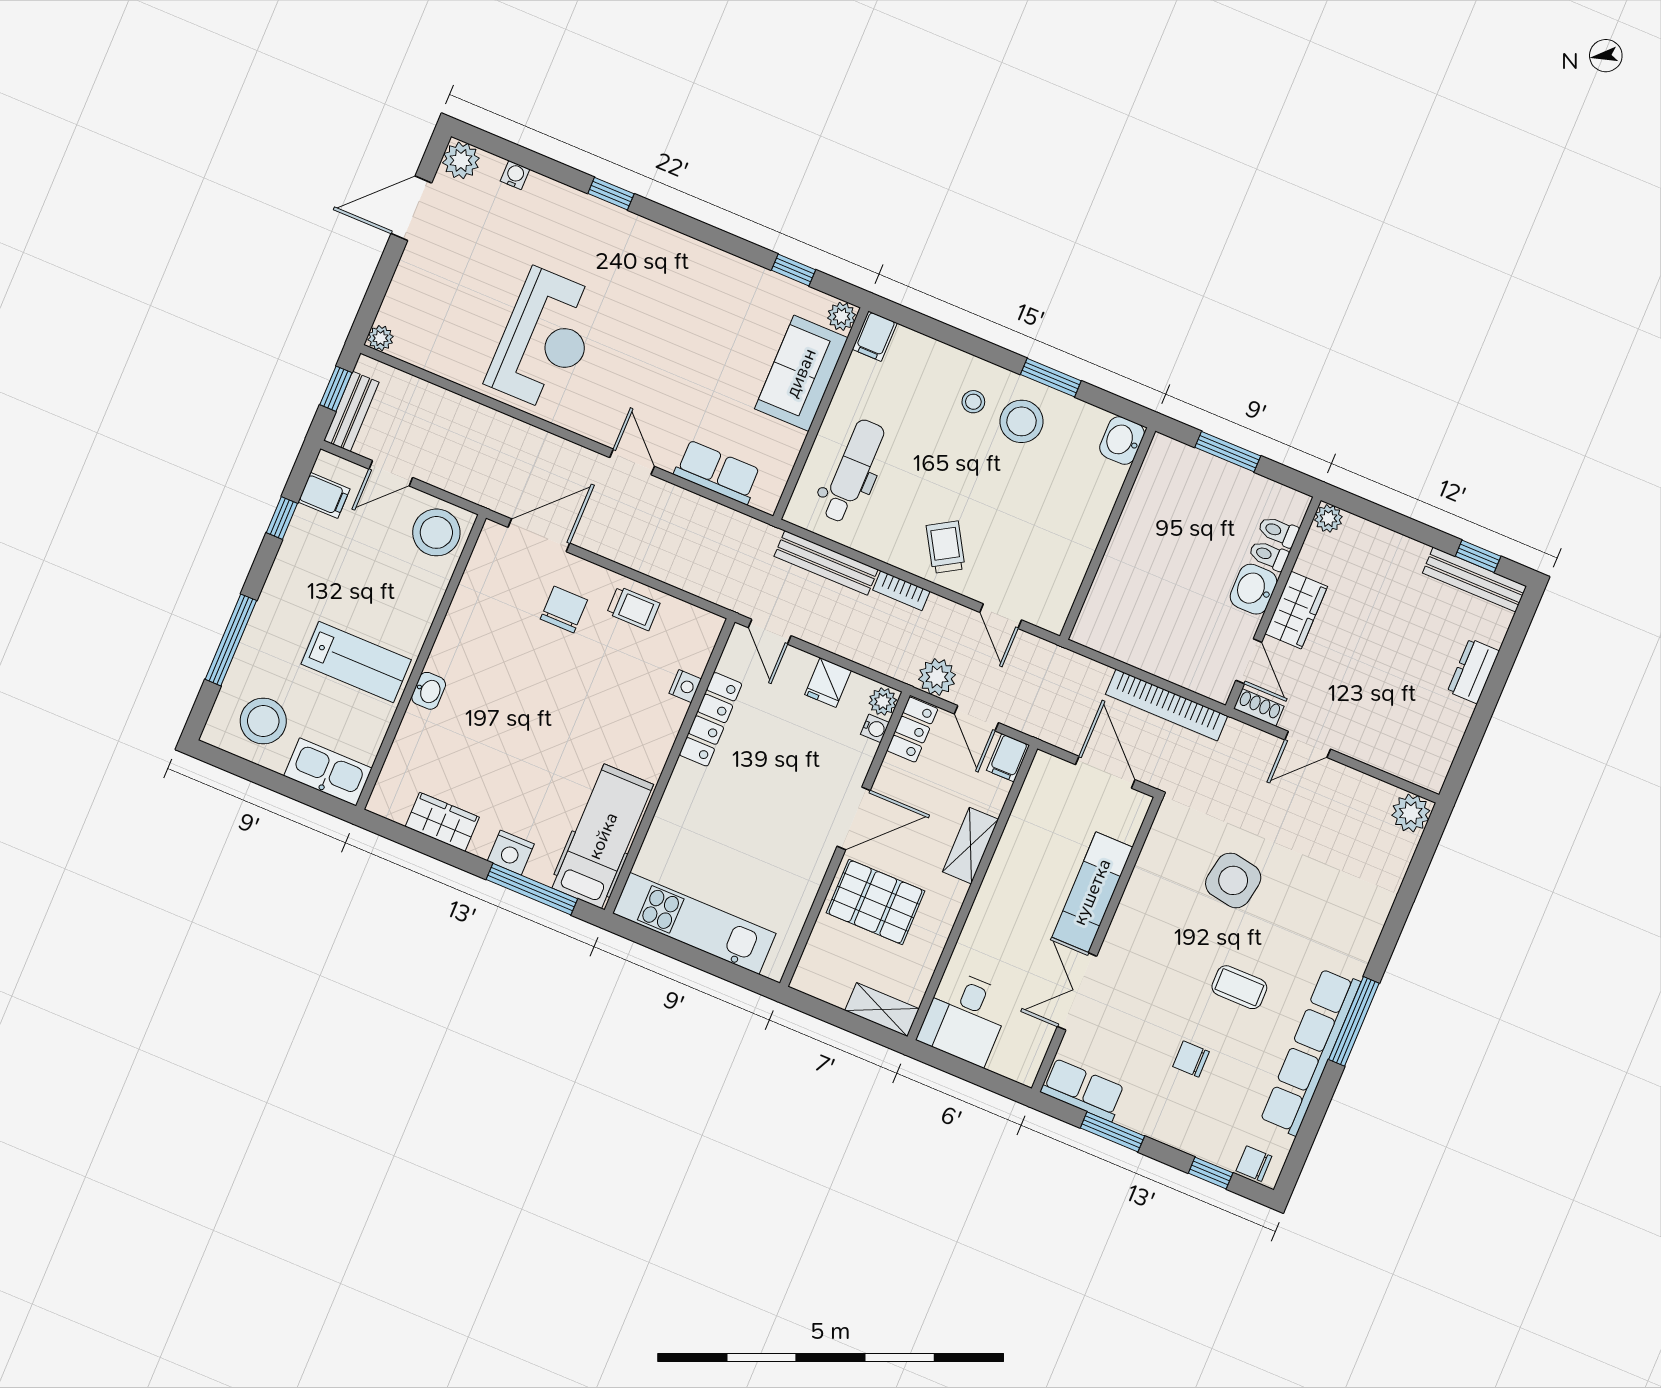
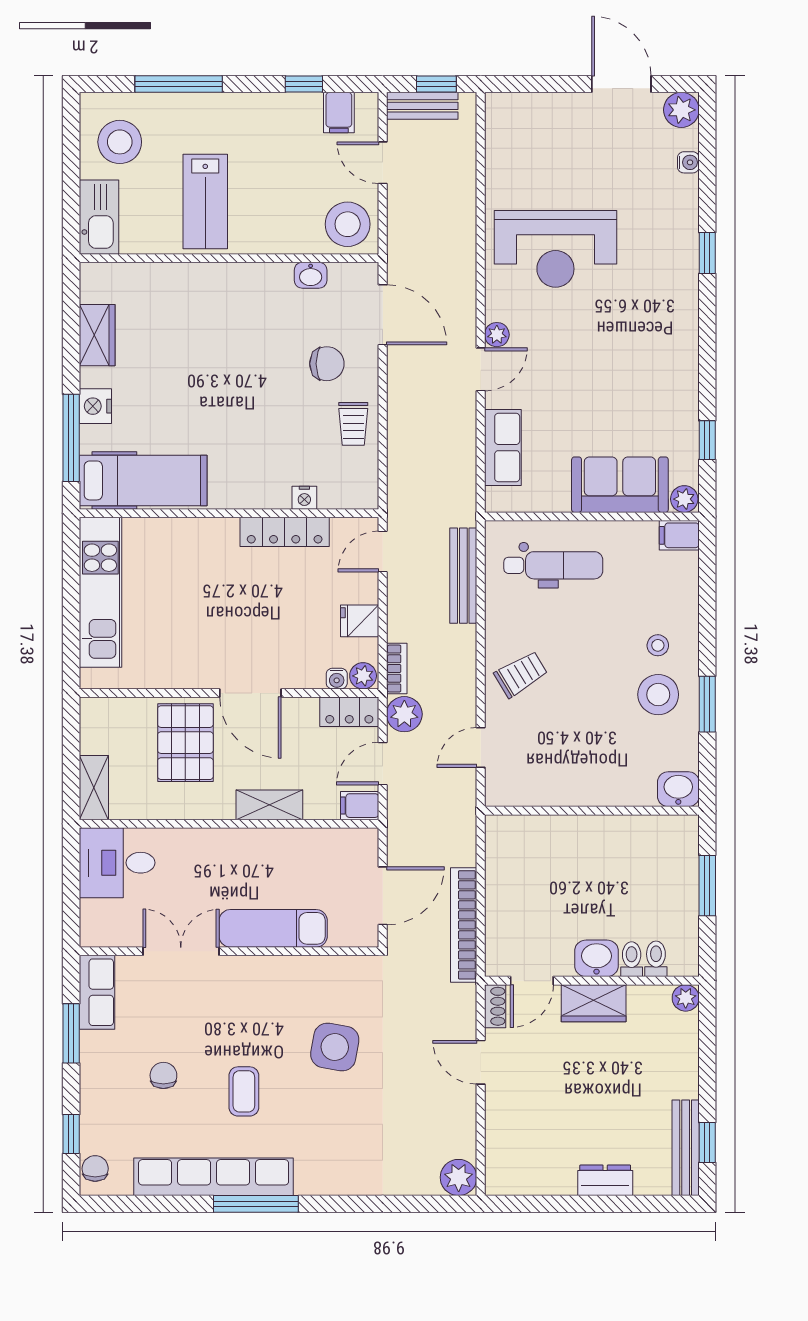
plant: (380, 338) -> (497, 335), moved
bookcase: (901, 591) -> (397, 669), moved, turned 180
washbasin: (429, 691) -> (311, 275), moved

